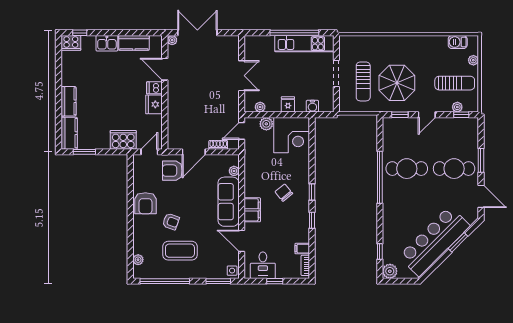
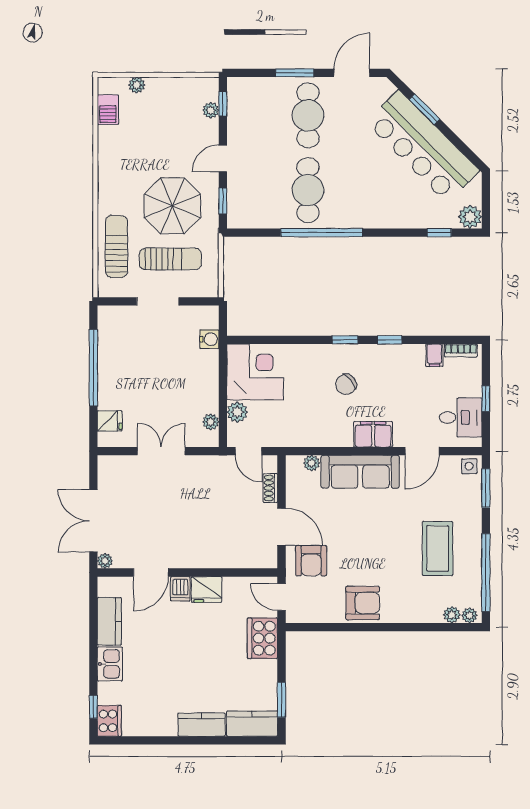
kitchen unit: (304, 44) -> (111, 352), removed
sun lounger: (455, 83) -> (116, 246), moved
fridge: (288, 104) -> (110, 421), moved, turned 180
door: (427, 115) -> (223, 159), swing flipped
armchair: (171, 221) -> (392, 563), removed
plant: (138, 271) -> (469, 615), added

